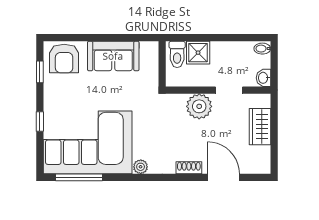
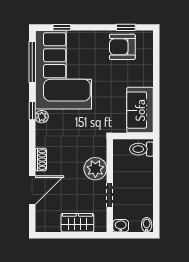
shower: (198, 53) -> (143, 168), removed
sofa: (113, 56) -> (140, 110), moved
armchair: (64, 59) -> (122, 47), moved
window: (40, 122) -> (62, 27), moved
window: (134, 177) -> (32, 111), added

